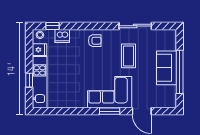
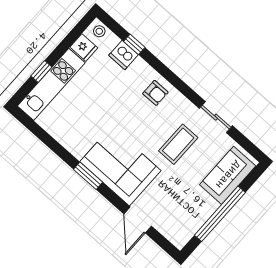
window: (52, 26) -> (134, 44), moved
sliding door: (135, 26) -> (216, 117), width x0.73
sofa: (167, 68) -> (228, 175), moved
window: (110, 111) -> (88, 176), moved

